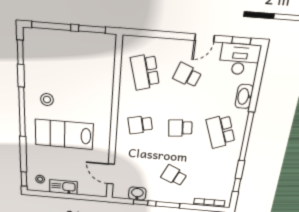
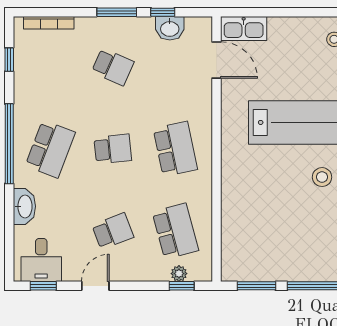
window: (144, 33) -> (182, 286), added
plant: (145, 42) -> (179, 274), added
desk: (239, 59) -> (41, 260), width x0.73
school desk: (187, 75) -> (113, 231), turned -42
school desk: (140, 125) -> (175, 149), width x1.85
school desk: (221, 131) -> (50, 149), turned 42
kitchen sink: (63, 187) -> (244, 28), moved

